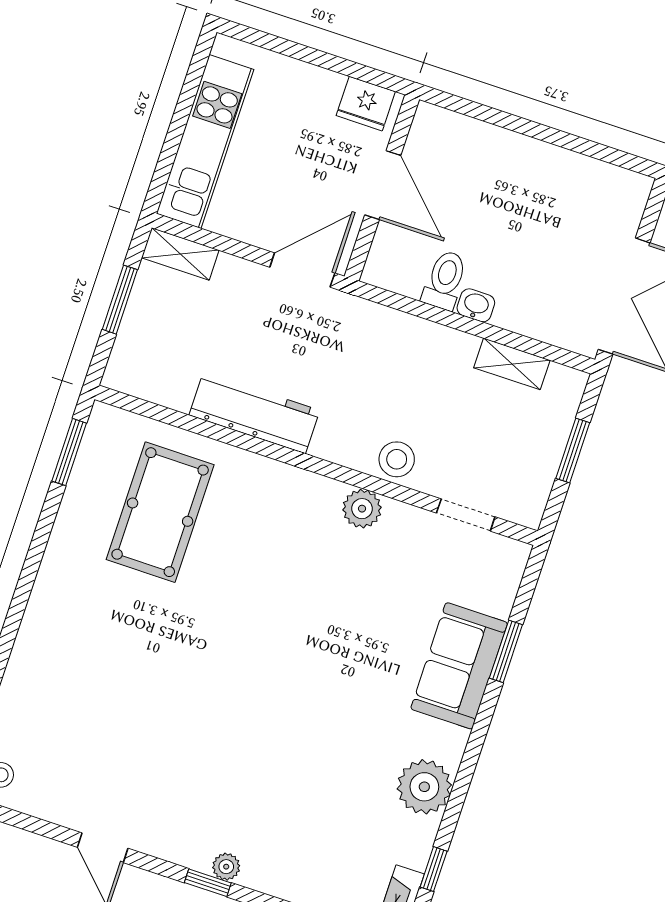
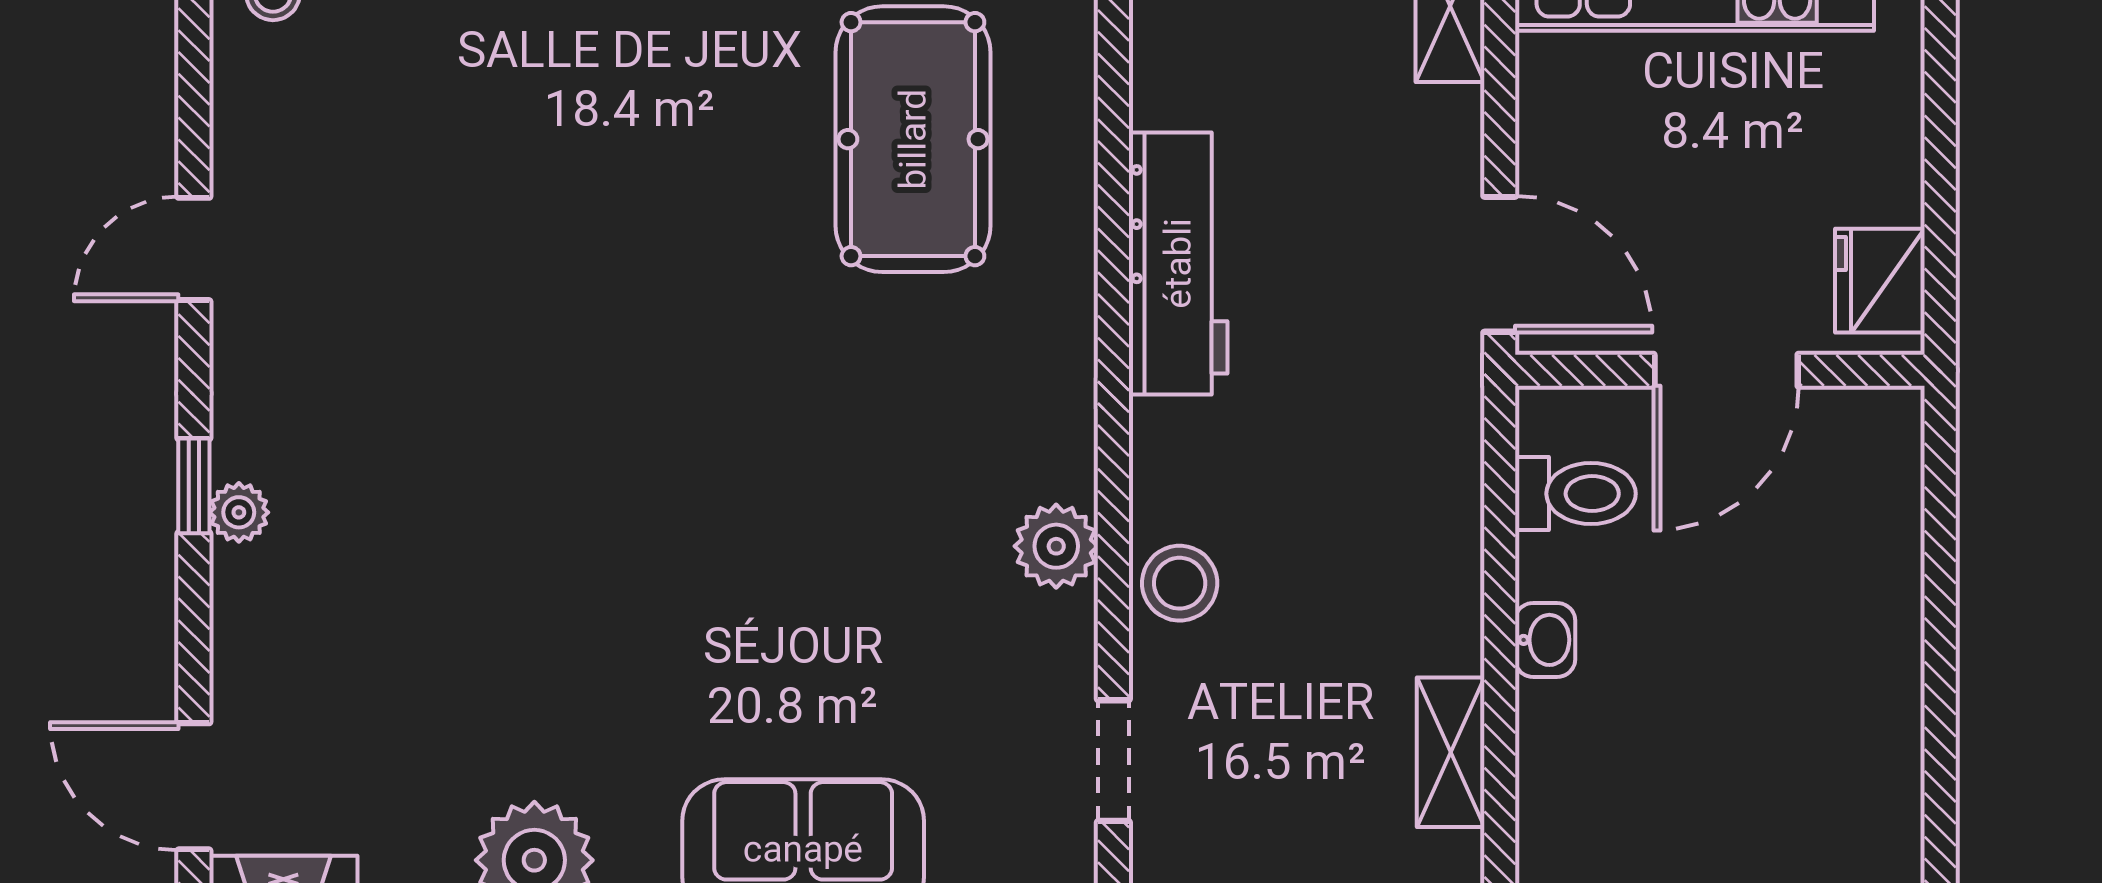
toilet: (445, 280) -> (1575, 494), moved
pool table: (160, 512) -> (913, 139), turned 90

